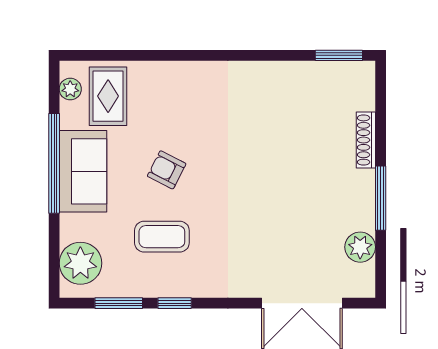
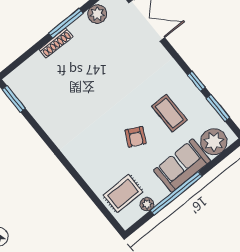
plant: (70, 89) -> (147, 204), moved
shoe rack: (366, 140) -> (56, 43), moved
sofa: (83, 171) -> (182, 166), moved

